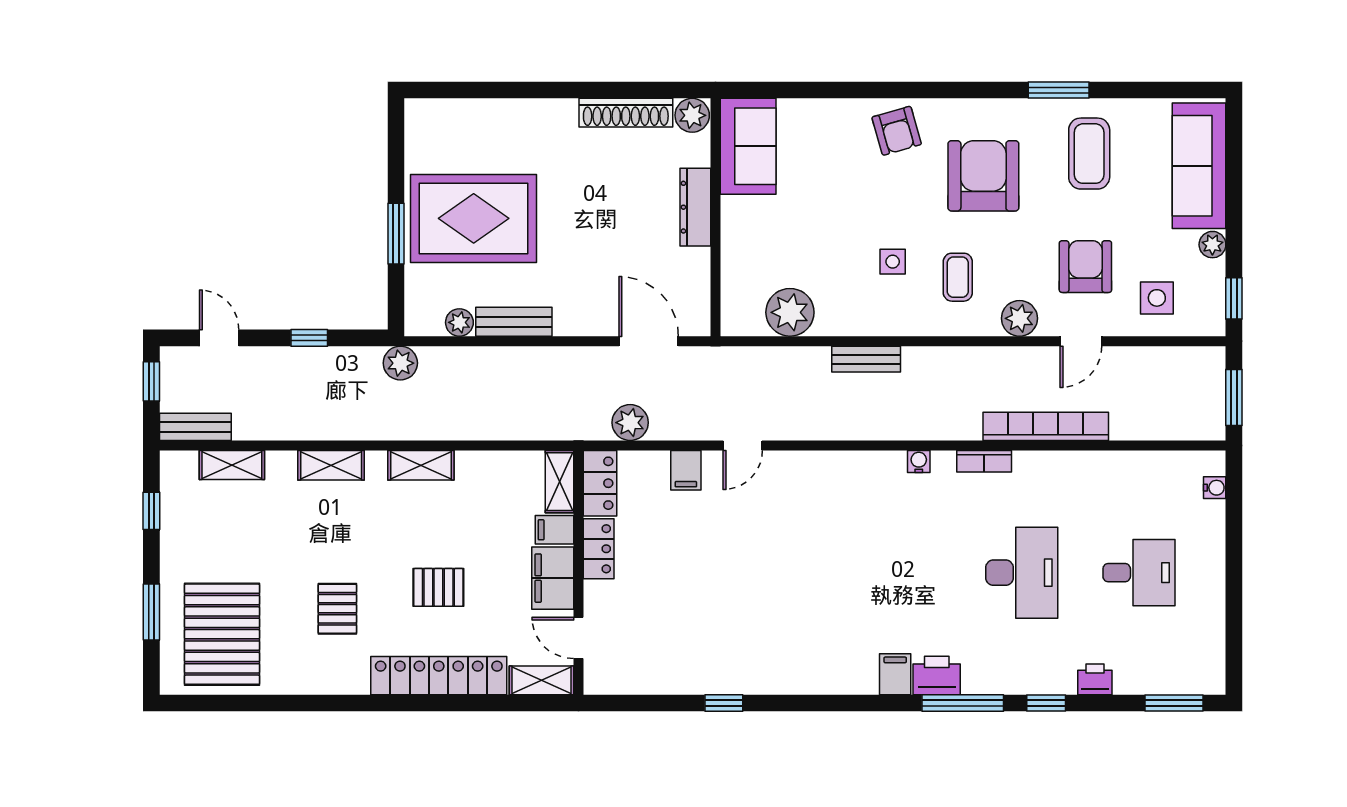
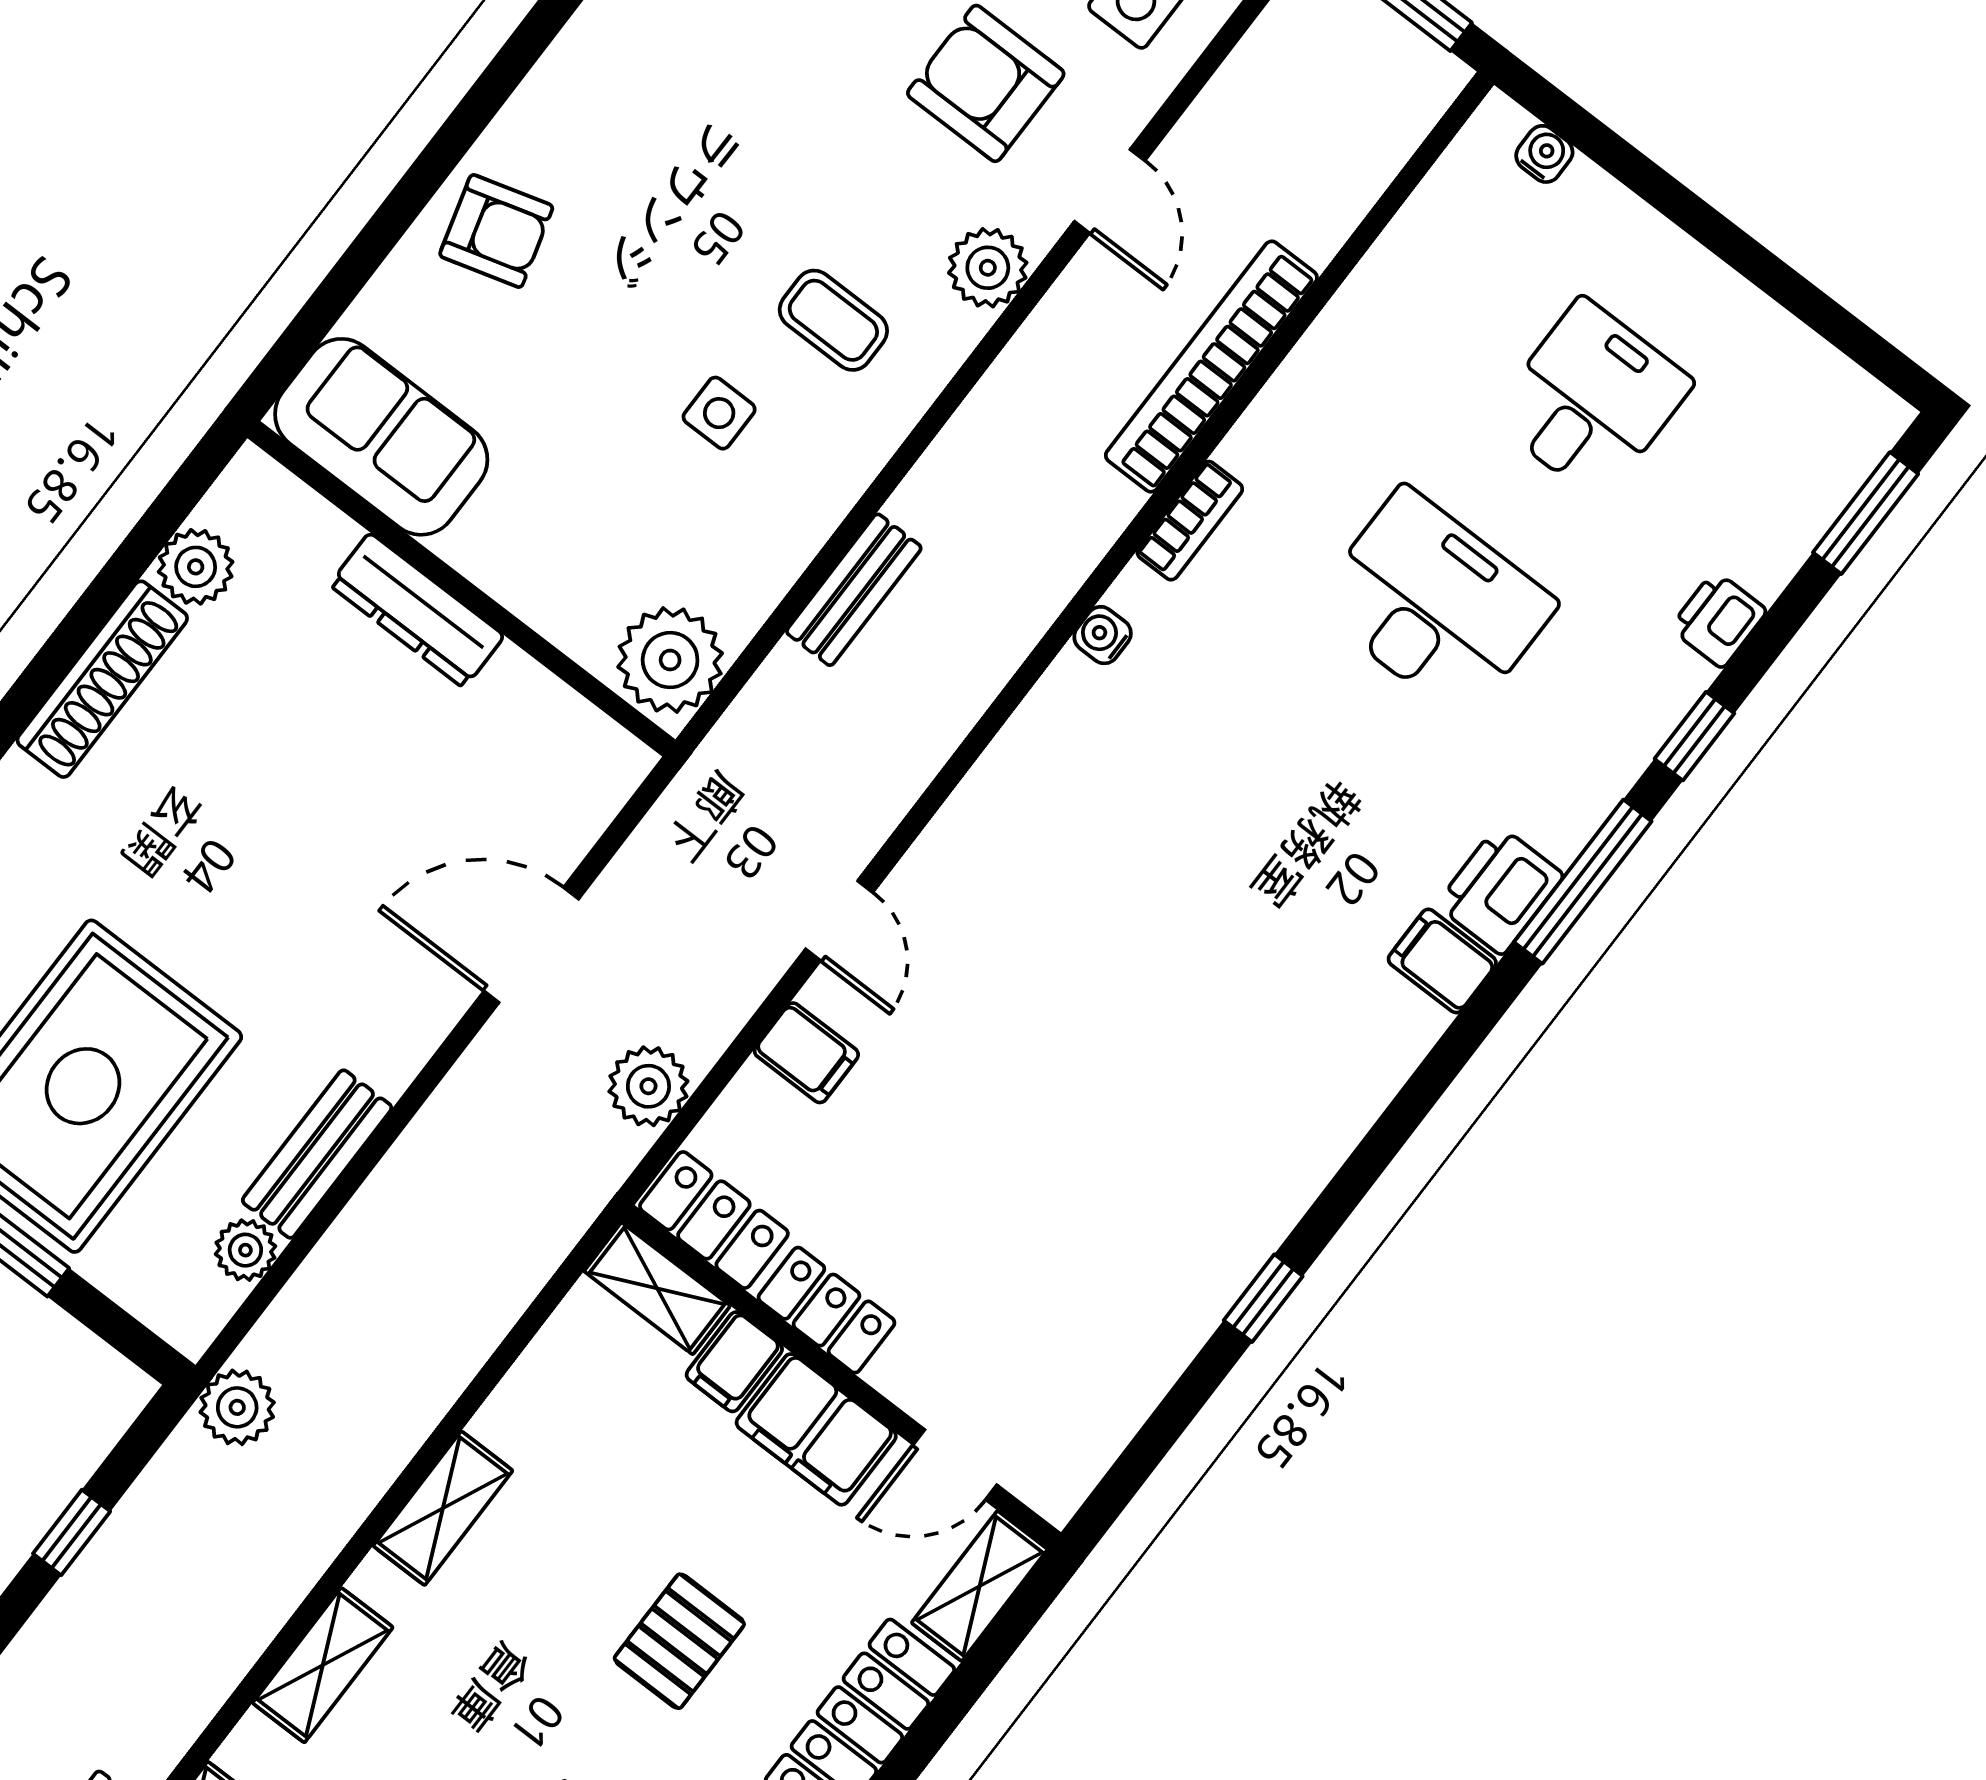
sofa: (748, 146) -> (381, 437), moved
armchair: (983, 176) -> (691, 140), removed
dresser: (695, 207) -> (417, 610), moved
wall: (715, 217) -> (461, 589), moved

